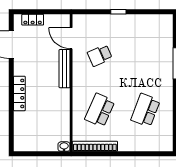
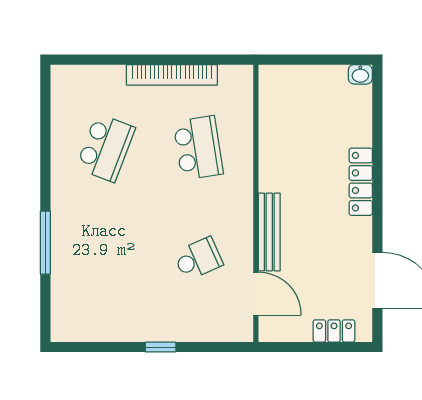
school desk: (100, 110) -> (198, 148), turned -33
bookcase: (95, 146) -> (172, 75), moved
washbasin: (64, 147) -> (360, 74), moved

